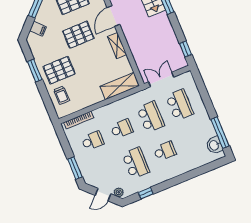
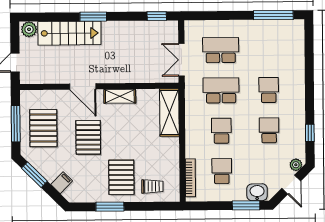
washbasin: (214, 145) -> (257, 192), moved, turned 180
school desk: (136, 163) -> (269, 130), width x0.54

